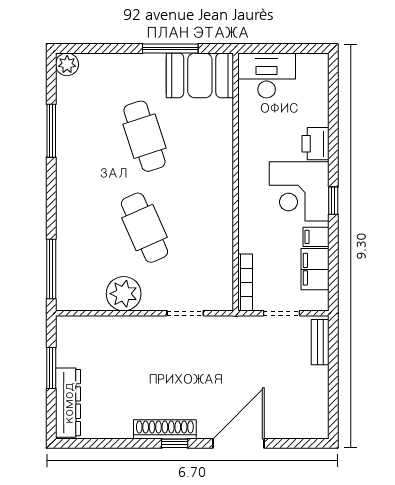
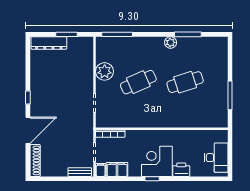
plant: (67, 64) -> (171, 42), moved
booth: (200, 75) -> (216, 110), removed
desk: (267, 75) -> (216, 158), moved
filing cabinet: (316, 237) -> (101, 170), moved
shoe rack: (165, 429) -> (35, 160), moved
door: (239, 443) -> (28, 130), hinge flipped

